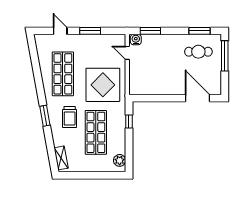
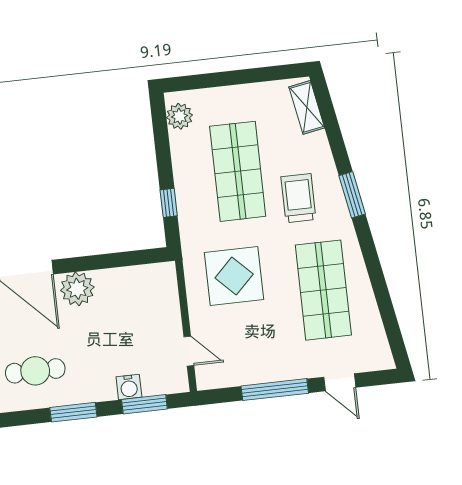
window: (90, 31) -> (275, 390), width x1.44
window: (200, 31) -> (73, 412), moved
water cooler: (136, 40) -> (129, 387), moved
display table: (103, 85) -> (234, 276), width x0.73, depth x0.73
plant: (175, 87) -> (77, 289), added

